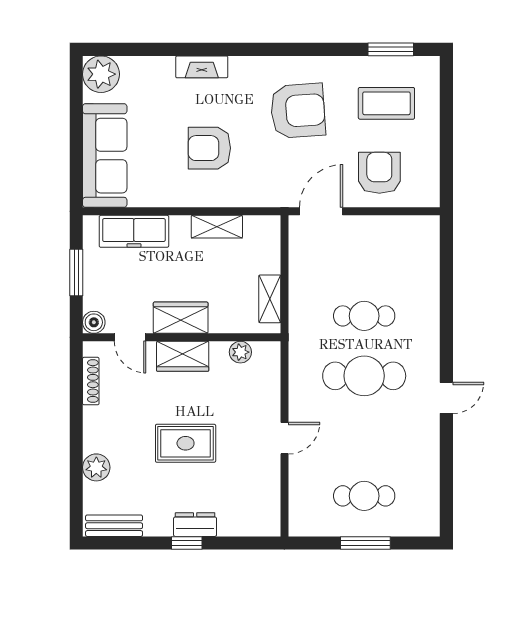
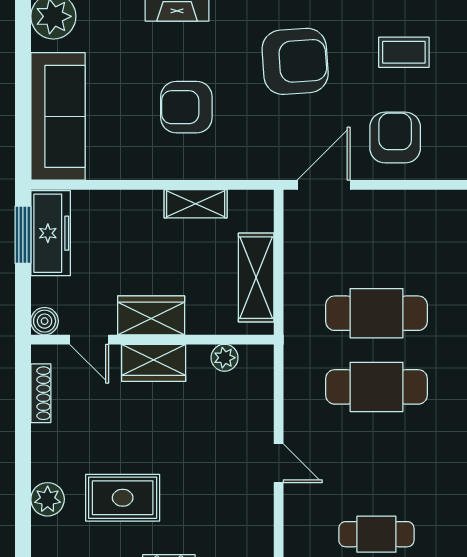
coffee table: (386, 103) -> (404, 52), width x0.73, depth x0.77
freezer: (134, 231) -> (51, 233), moved, turned -90
window: (76, 273) -> (23, 235), moved
shelving: (270, 299) -> (256, 278), width x1.50, depth x1.33
cafe table: (364, 316) -> (376, 313), width x1.37, depth x1.35
door: (284, 438) -> (279, 463), hinge flipped
rug: (186, 443) -> (123, 498), moved

